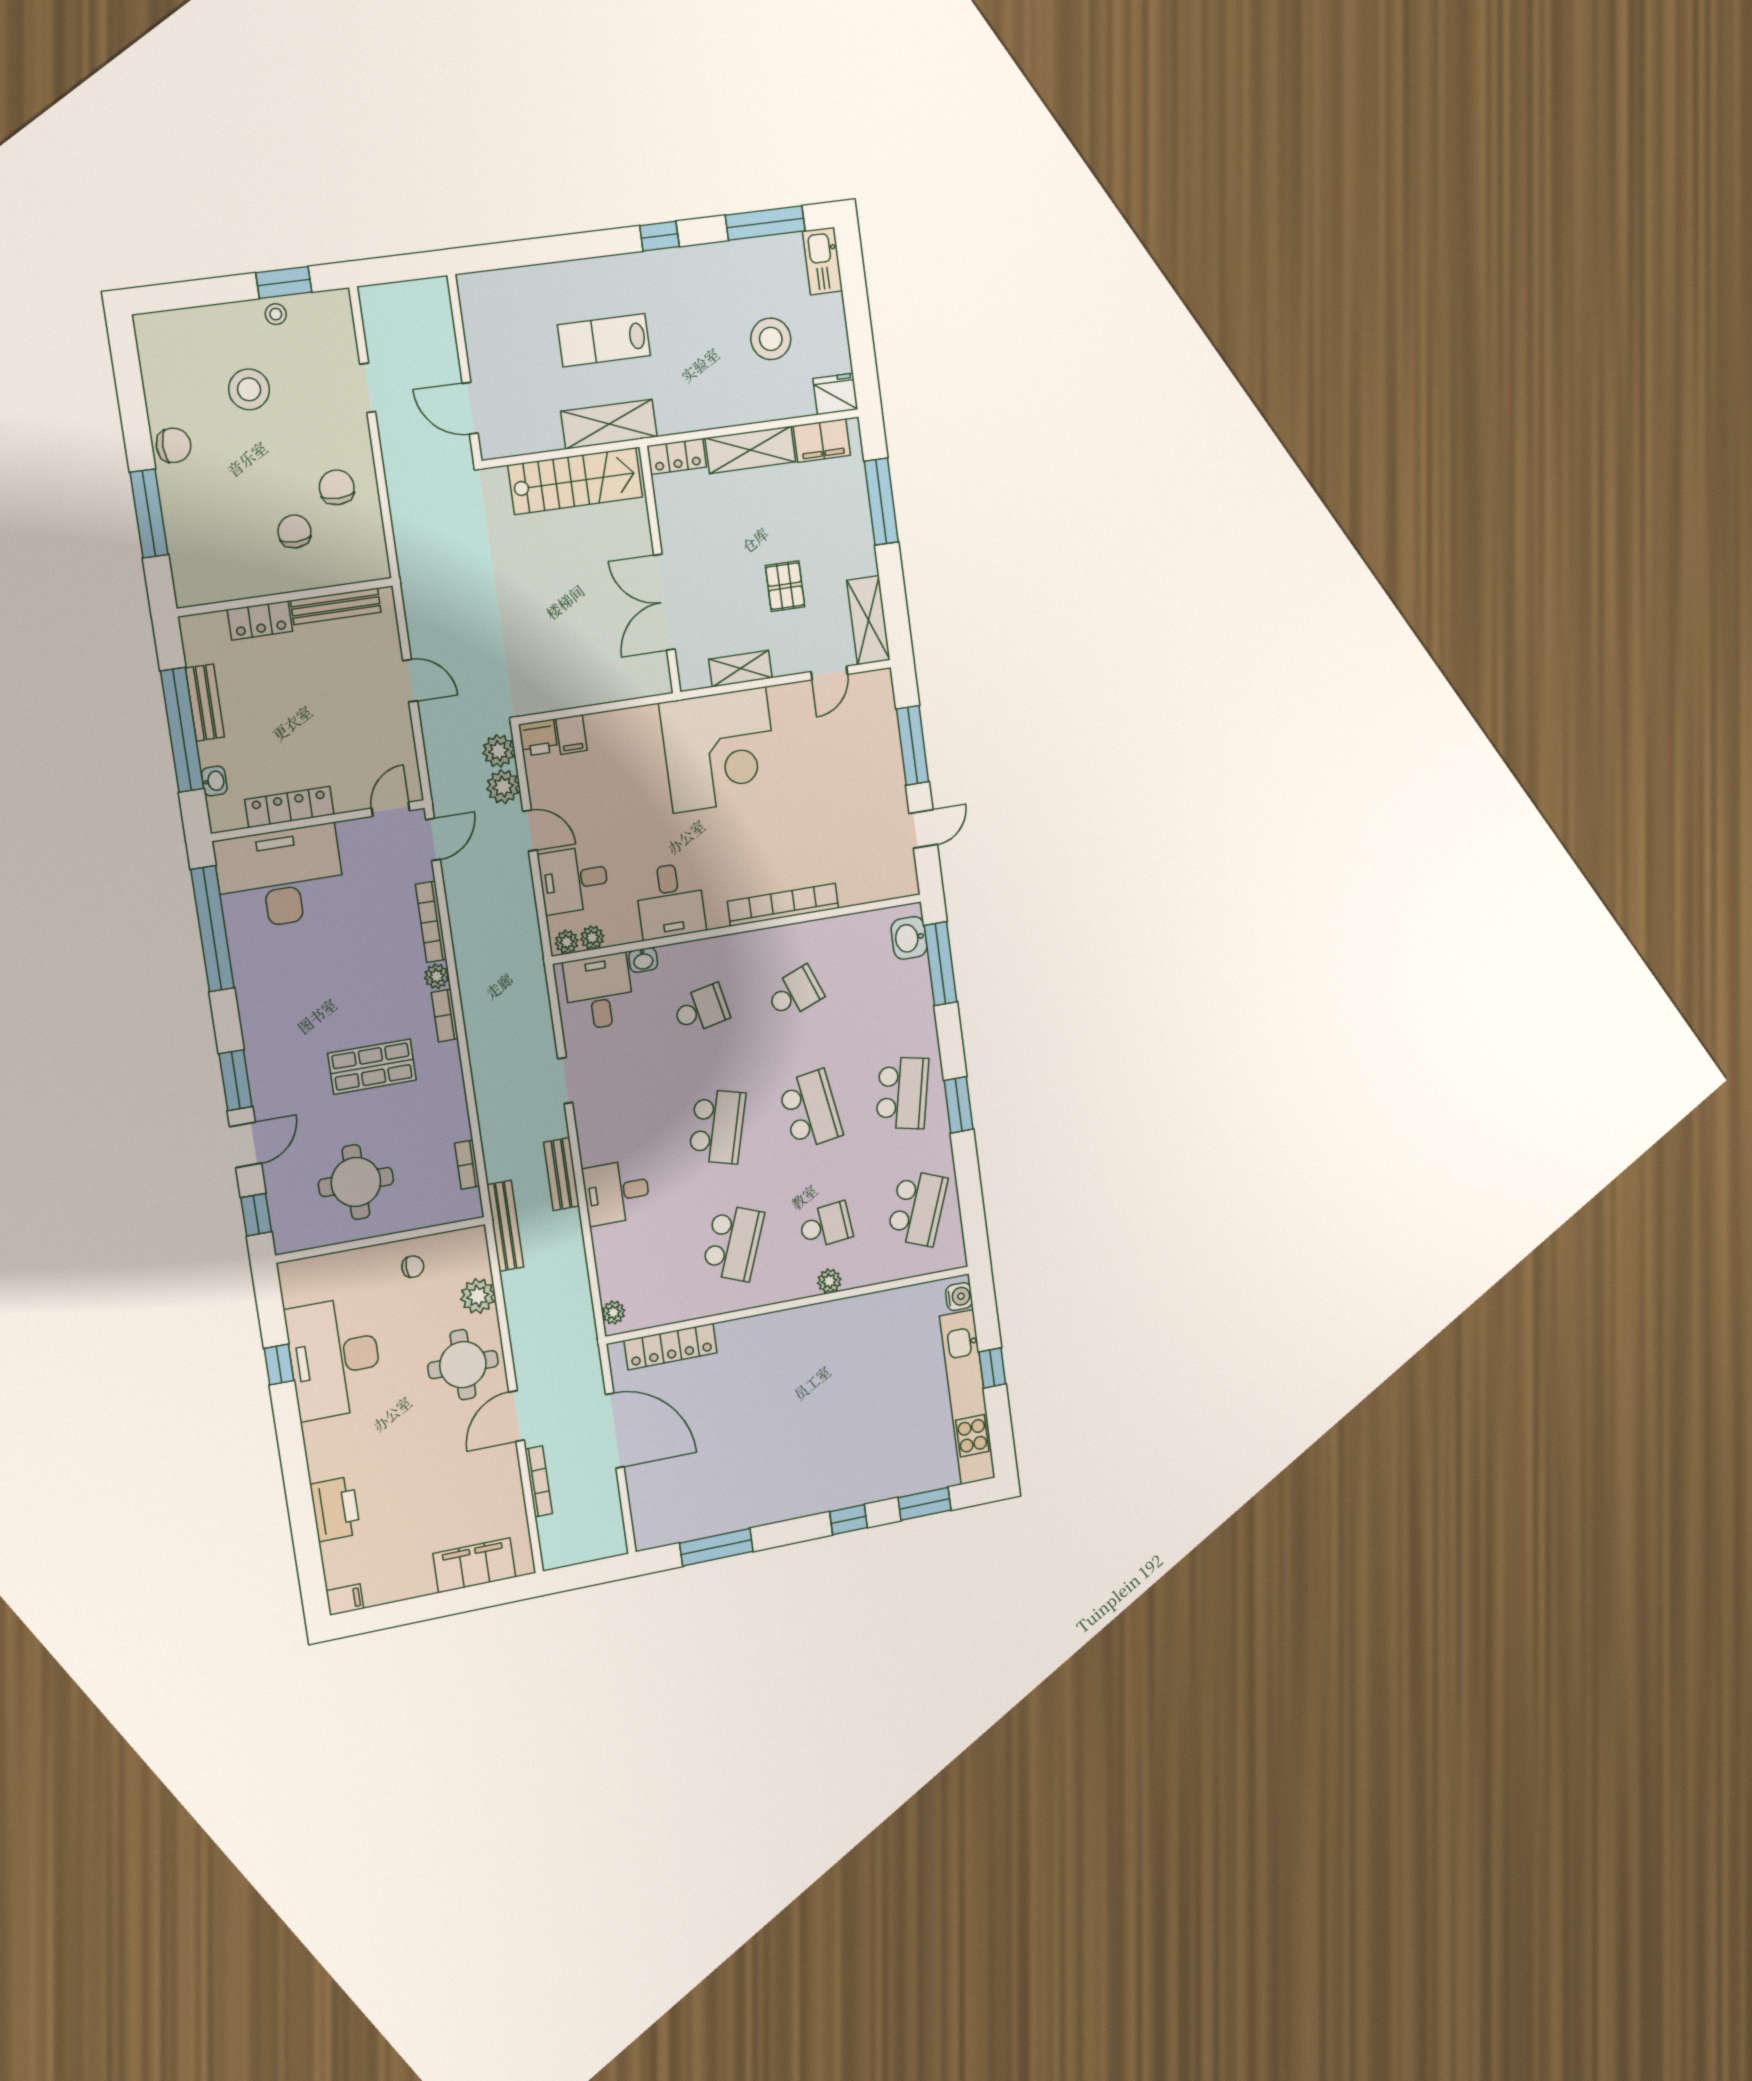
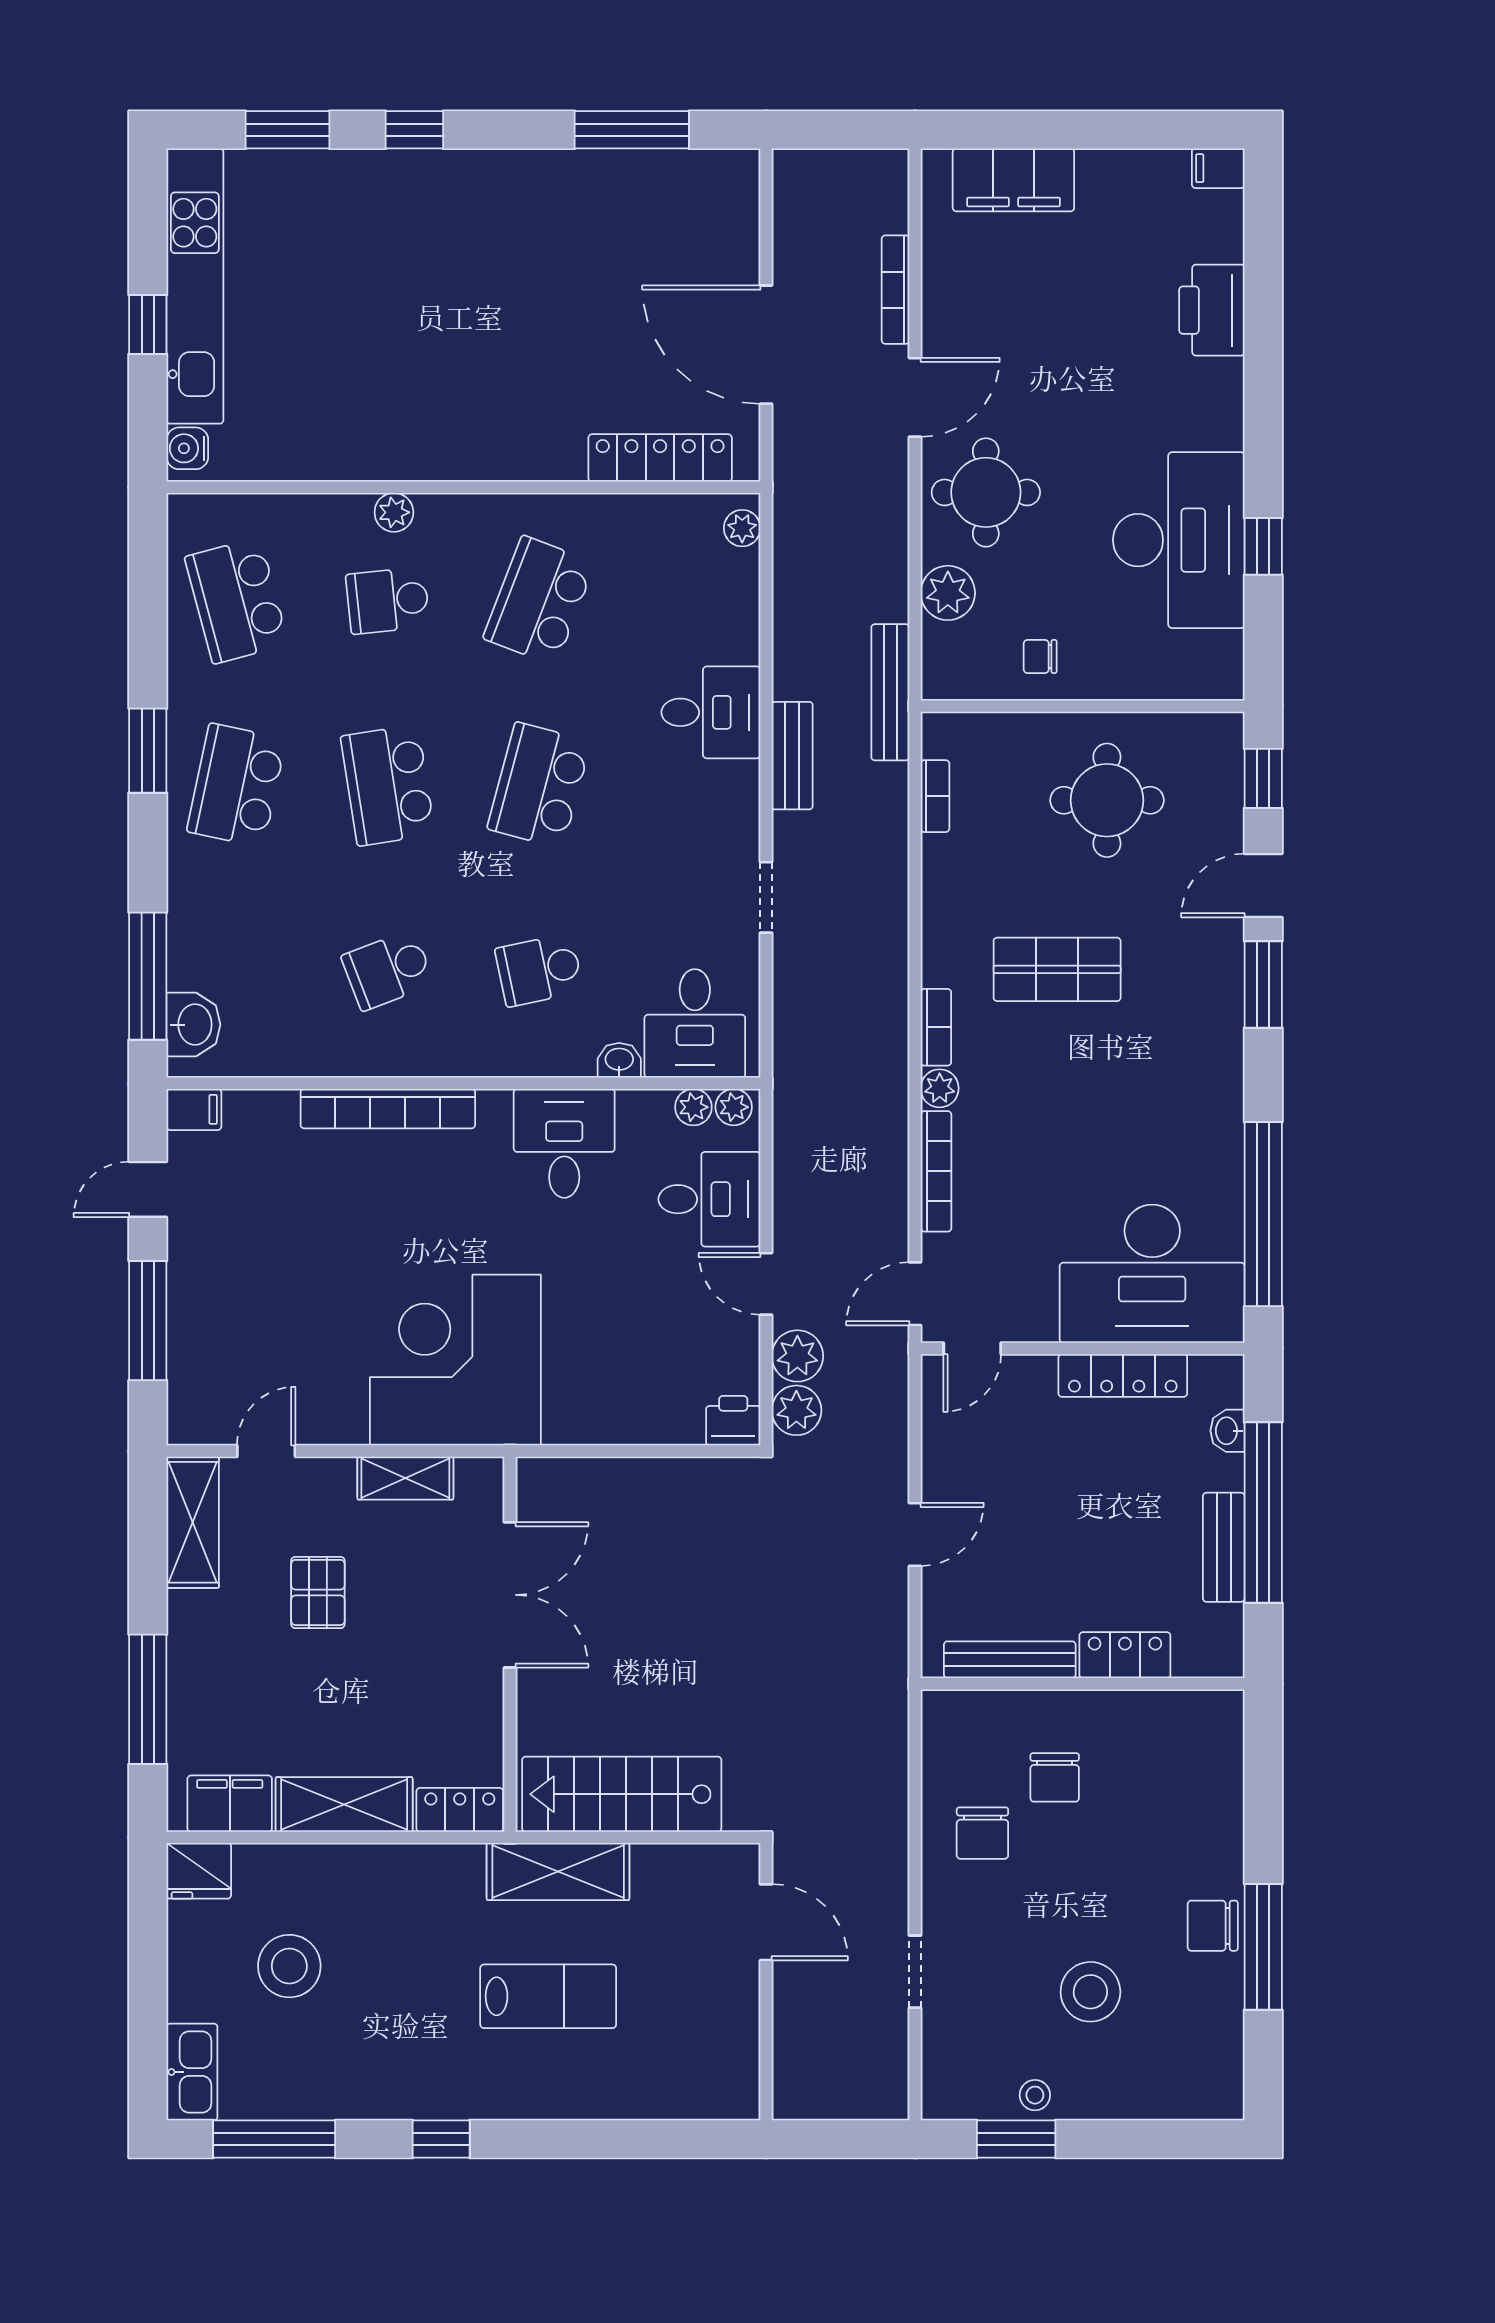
window: (149, 514) -> (1263, 1947), moved
door: (410, 681) -> (915, 1534), swing flipped
filing cabinet: (571, 735) -> (194, 1109), moved, turned 90
school desk: (917, 1208) -> (236, 601), turned -36

